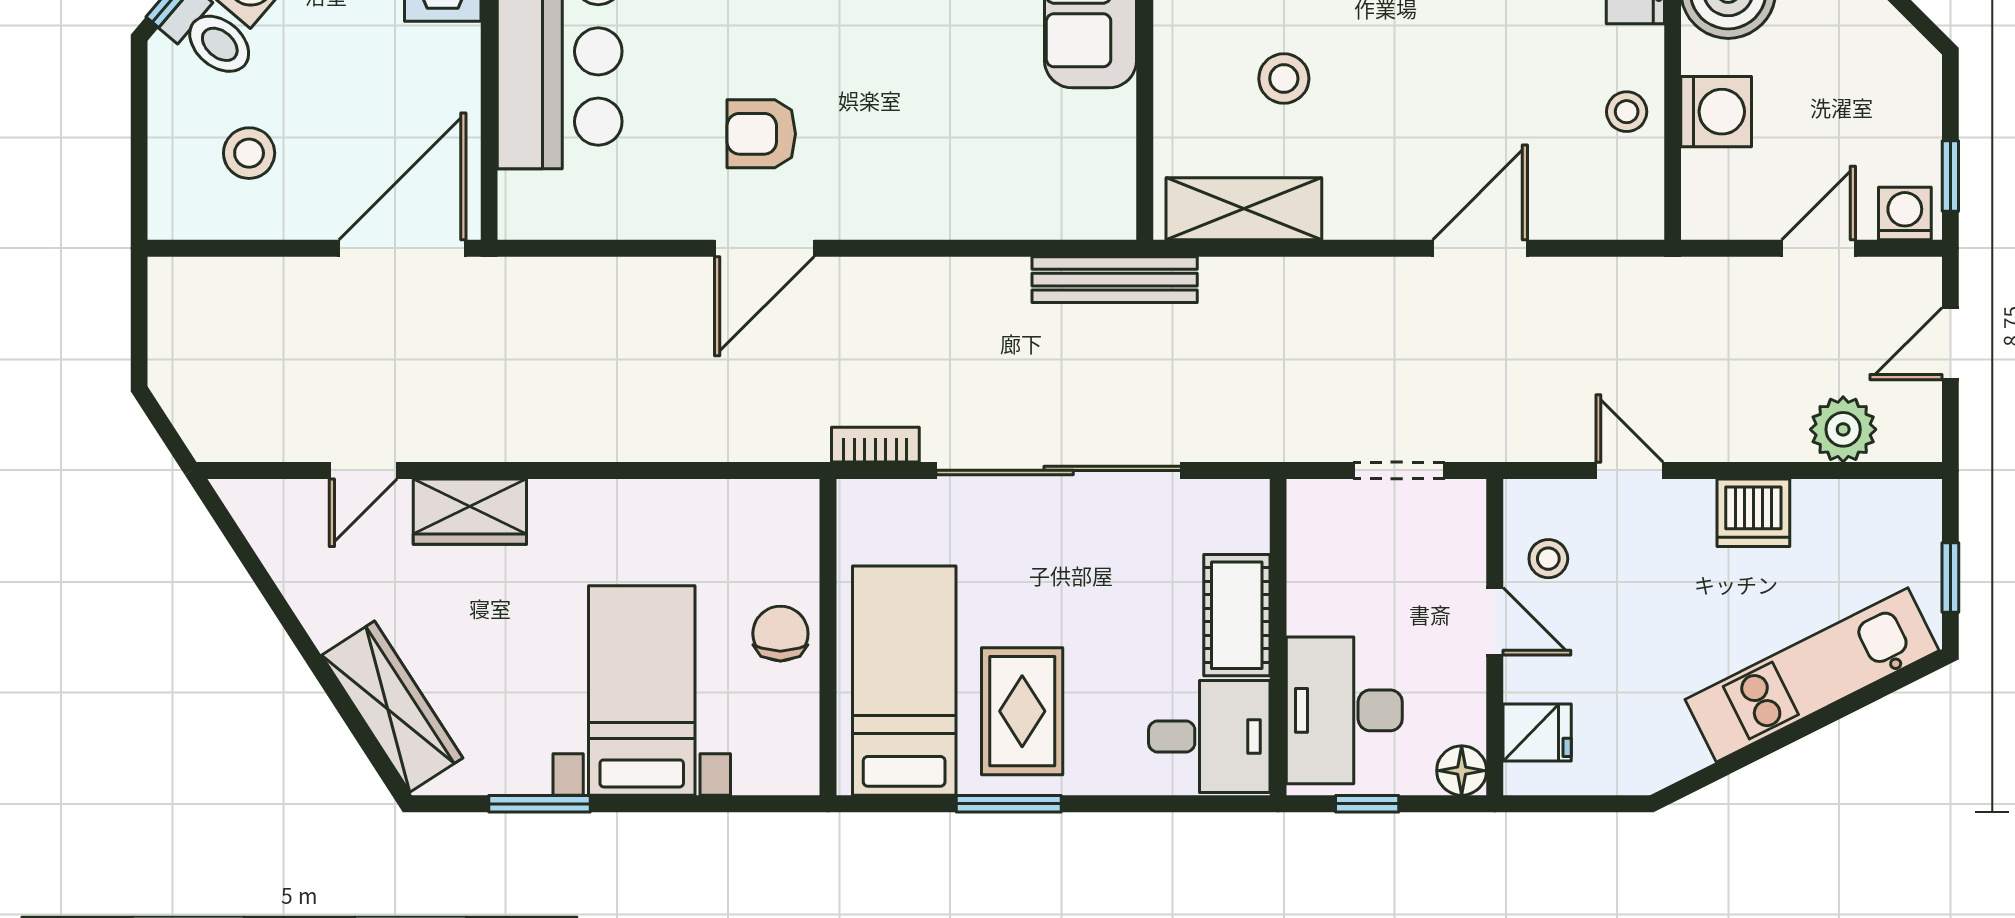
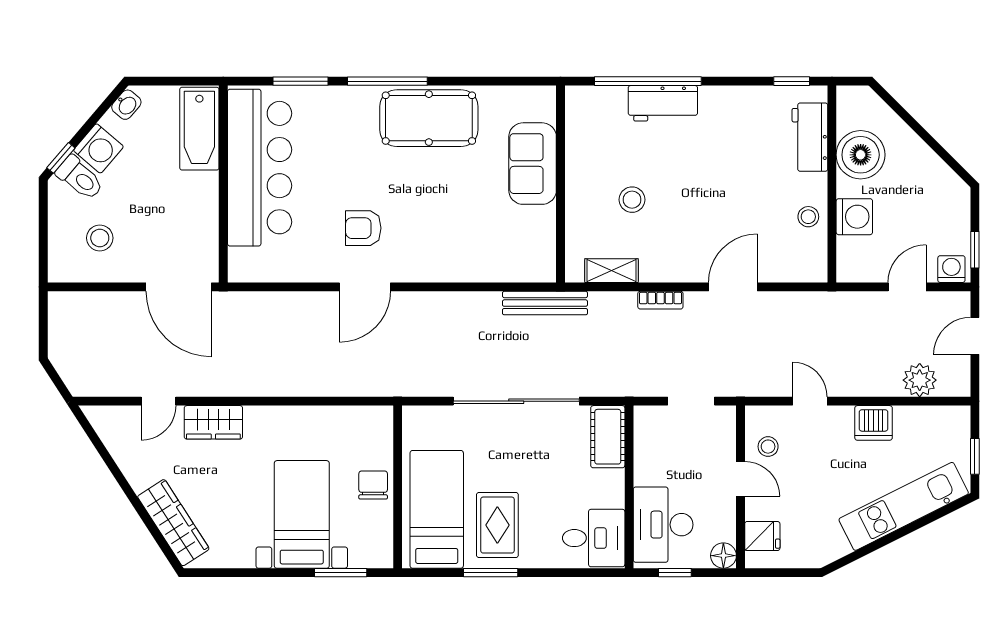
shelving: (1244, 209) -> (611, 271), width x0.67, depth x0.75
door: (402, 248) -> (179, 287), swing flipped
bookcase: (875, 445) -> (660, 300), moved, turned 180
cot: (1237, 615) -> (608, 437), moved
window: (539, 804) -> (341, 573), moved

